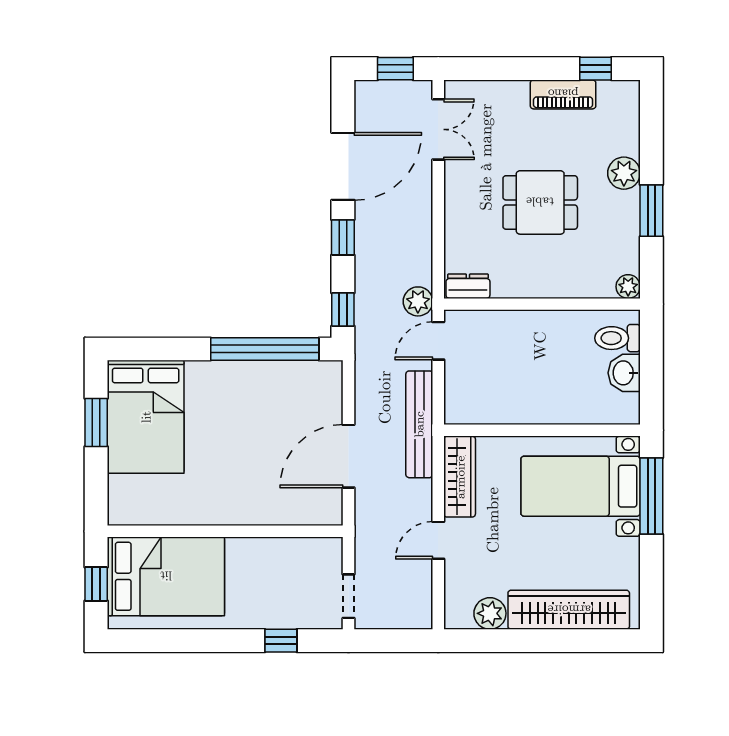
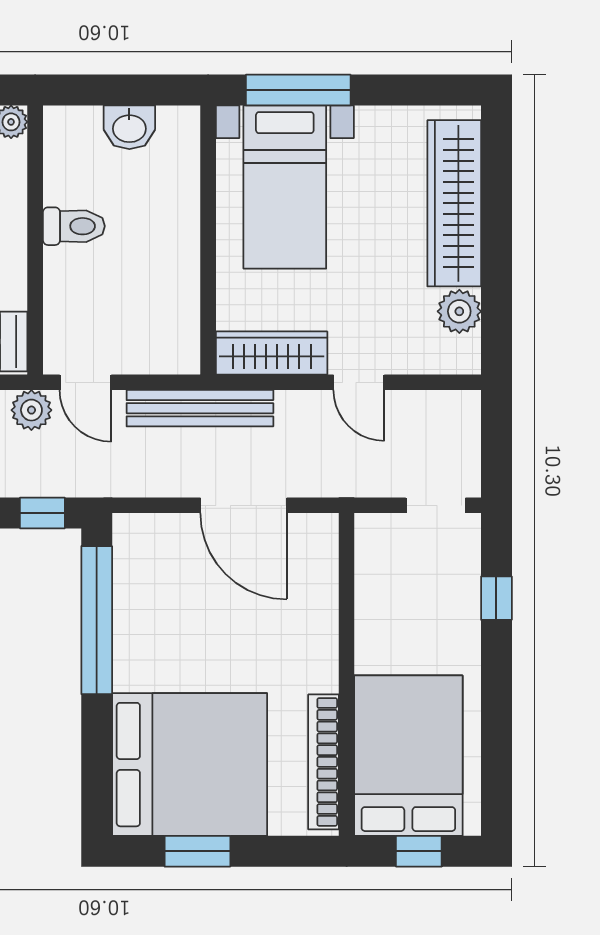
toilet: (617, 338) -> (74, 226), moved, turned -90
bed: (146, 417) -> (190, 765), width x1.36
bookcase: (161, 514) -> (324, 762), added

